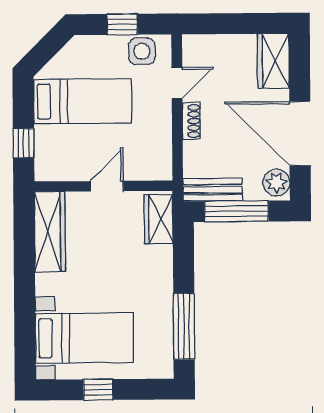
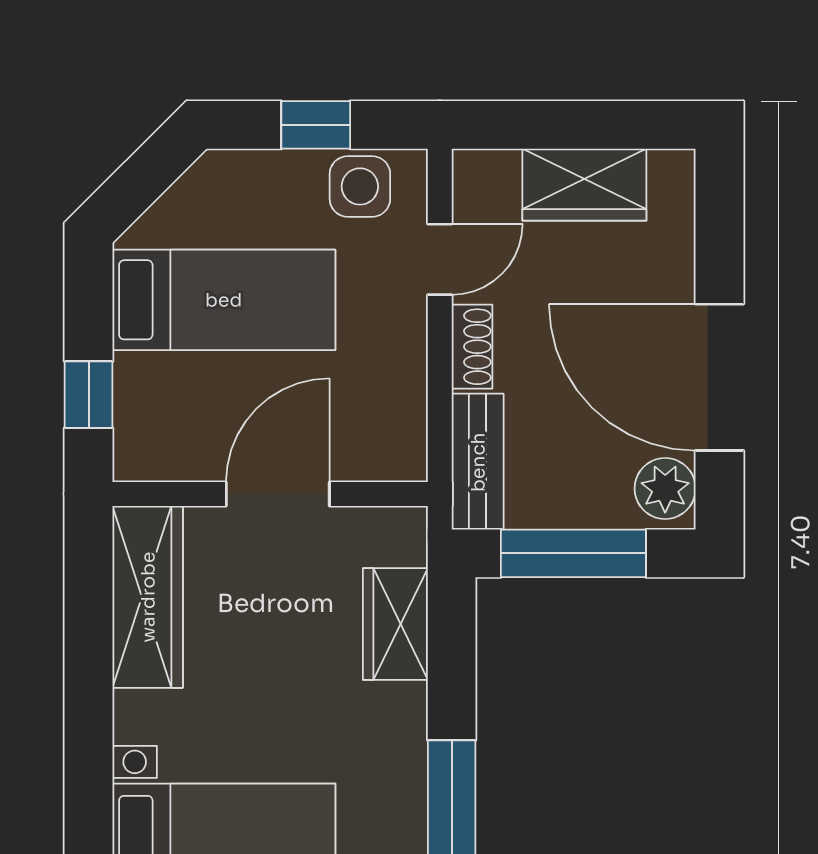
wardrobe: (273, 61) -> (584, 185), moved, turned -90
door: (107, 186) -> (278, 494), width x1.38
bench: (213, 190) -> (478, 462), moved, turned 90
wardrobe: (159, 219) -> (395, 624), moved

